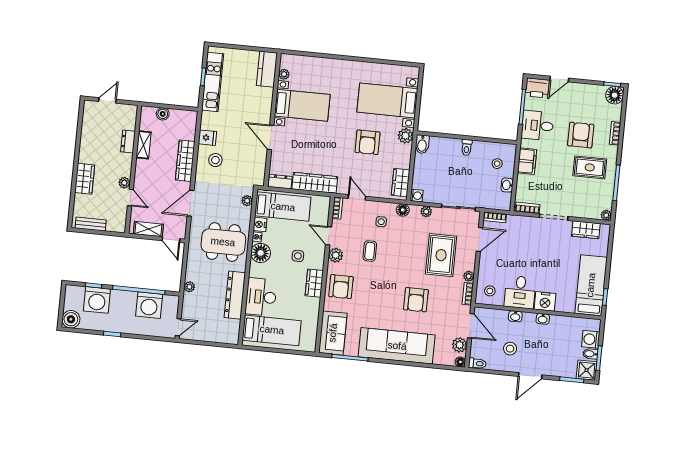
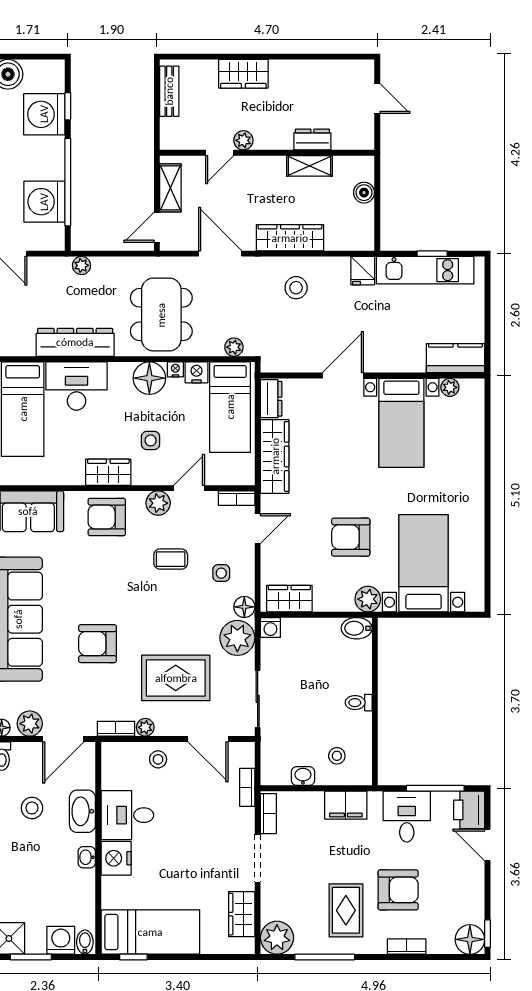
fridge: (207, 138) -> (363, 271), moved
plant: (426, 212) -> (237, 638), width x1.87, depth x1.87
plant: (606, 215) -> (277, 938), width x1.88, depth x1.88
bookcase: (495, 217) -> (247, 787), moved
stool: (490, 291) -> (158, 759), moved
washbasin: (515, 316) -> (82, 811), width x1.91, depth x1.45
bidet: (590, 354) -> (85, 942), moved

